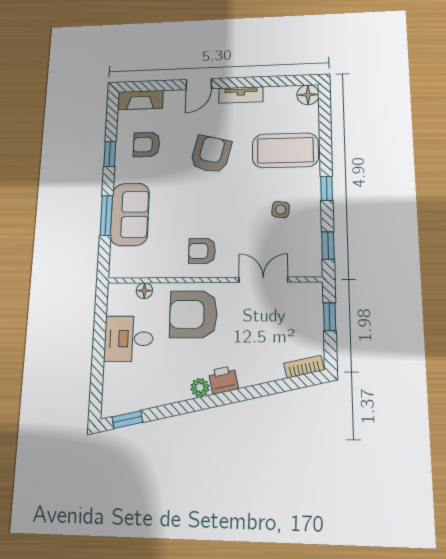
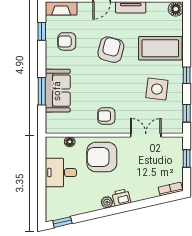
window: (110, 154) -> (42, 31), moved
side table: (281, 210) -> (157, 89), width x1.87, depth x1.87

